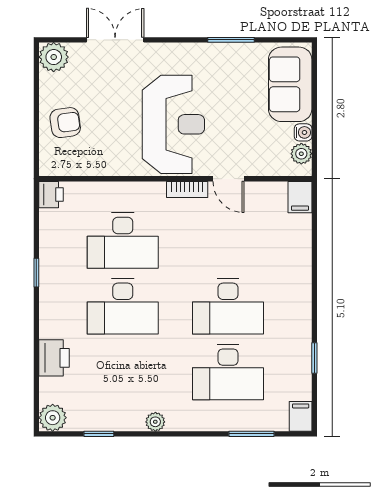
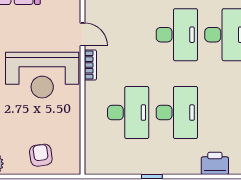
reception desk: (173, 124) -> (42, 75), turned 180
door: (229, 179) -> (82, 34), hinge flipped
printer: (51, 195) -> (94, 166), removed

